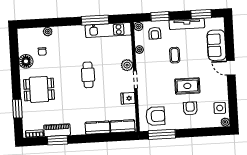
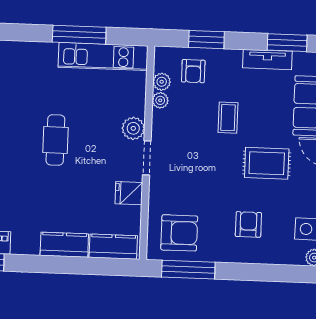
tv unit: (187, 24) -> (267, 60), width x0.71
plant: (138, 26) -> (162, 82), moved
rug: (187, 86) -> (267, 163), moved

